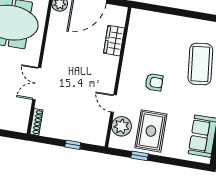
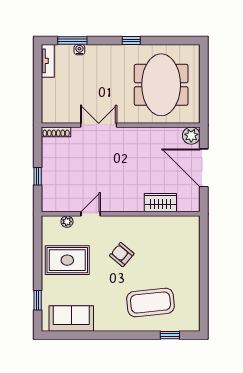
armchair: (154, 82) -> (122, 255), turned 130
plant: (121, 126) -> (67, 222), width x0.53, depth x0.53
window: (140, 156) -> (38, 300), moved

